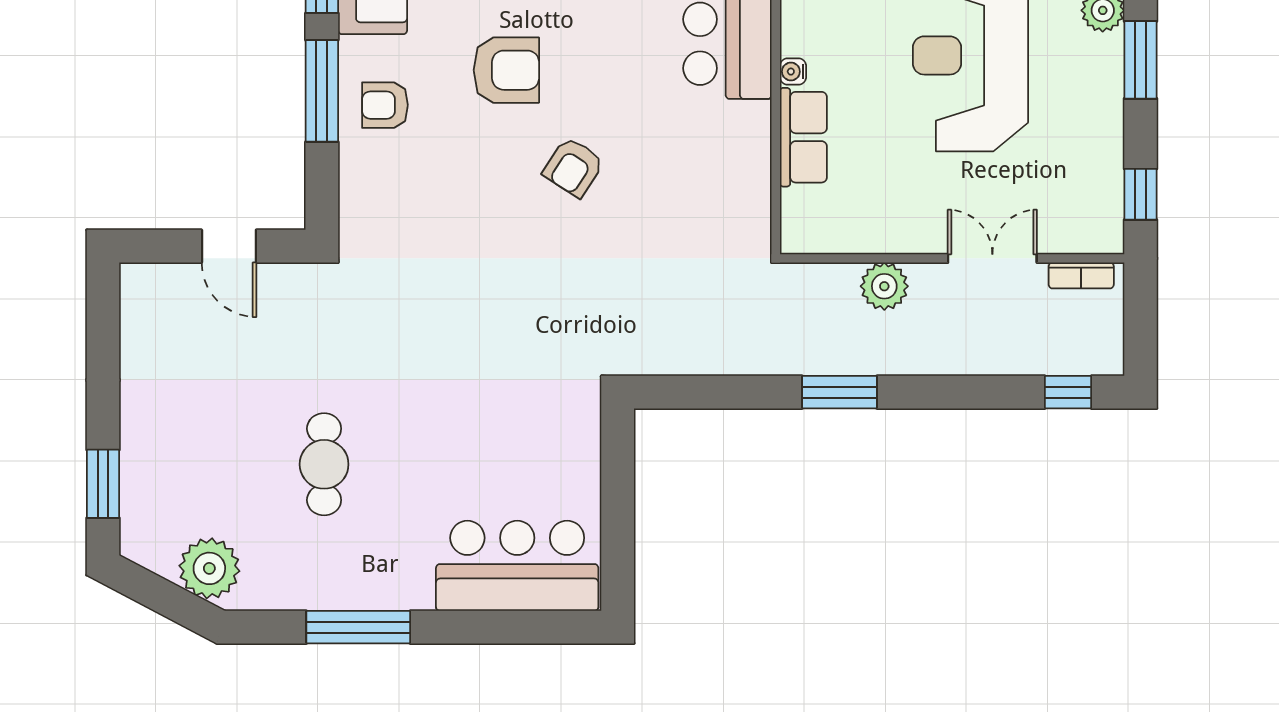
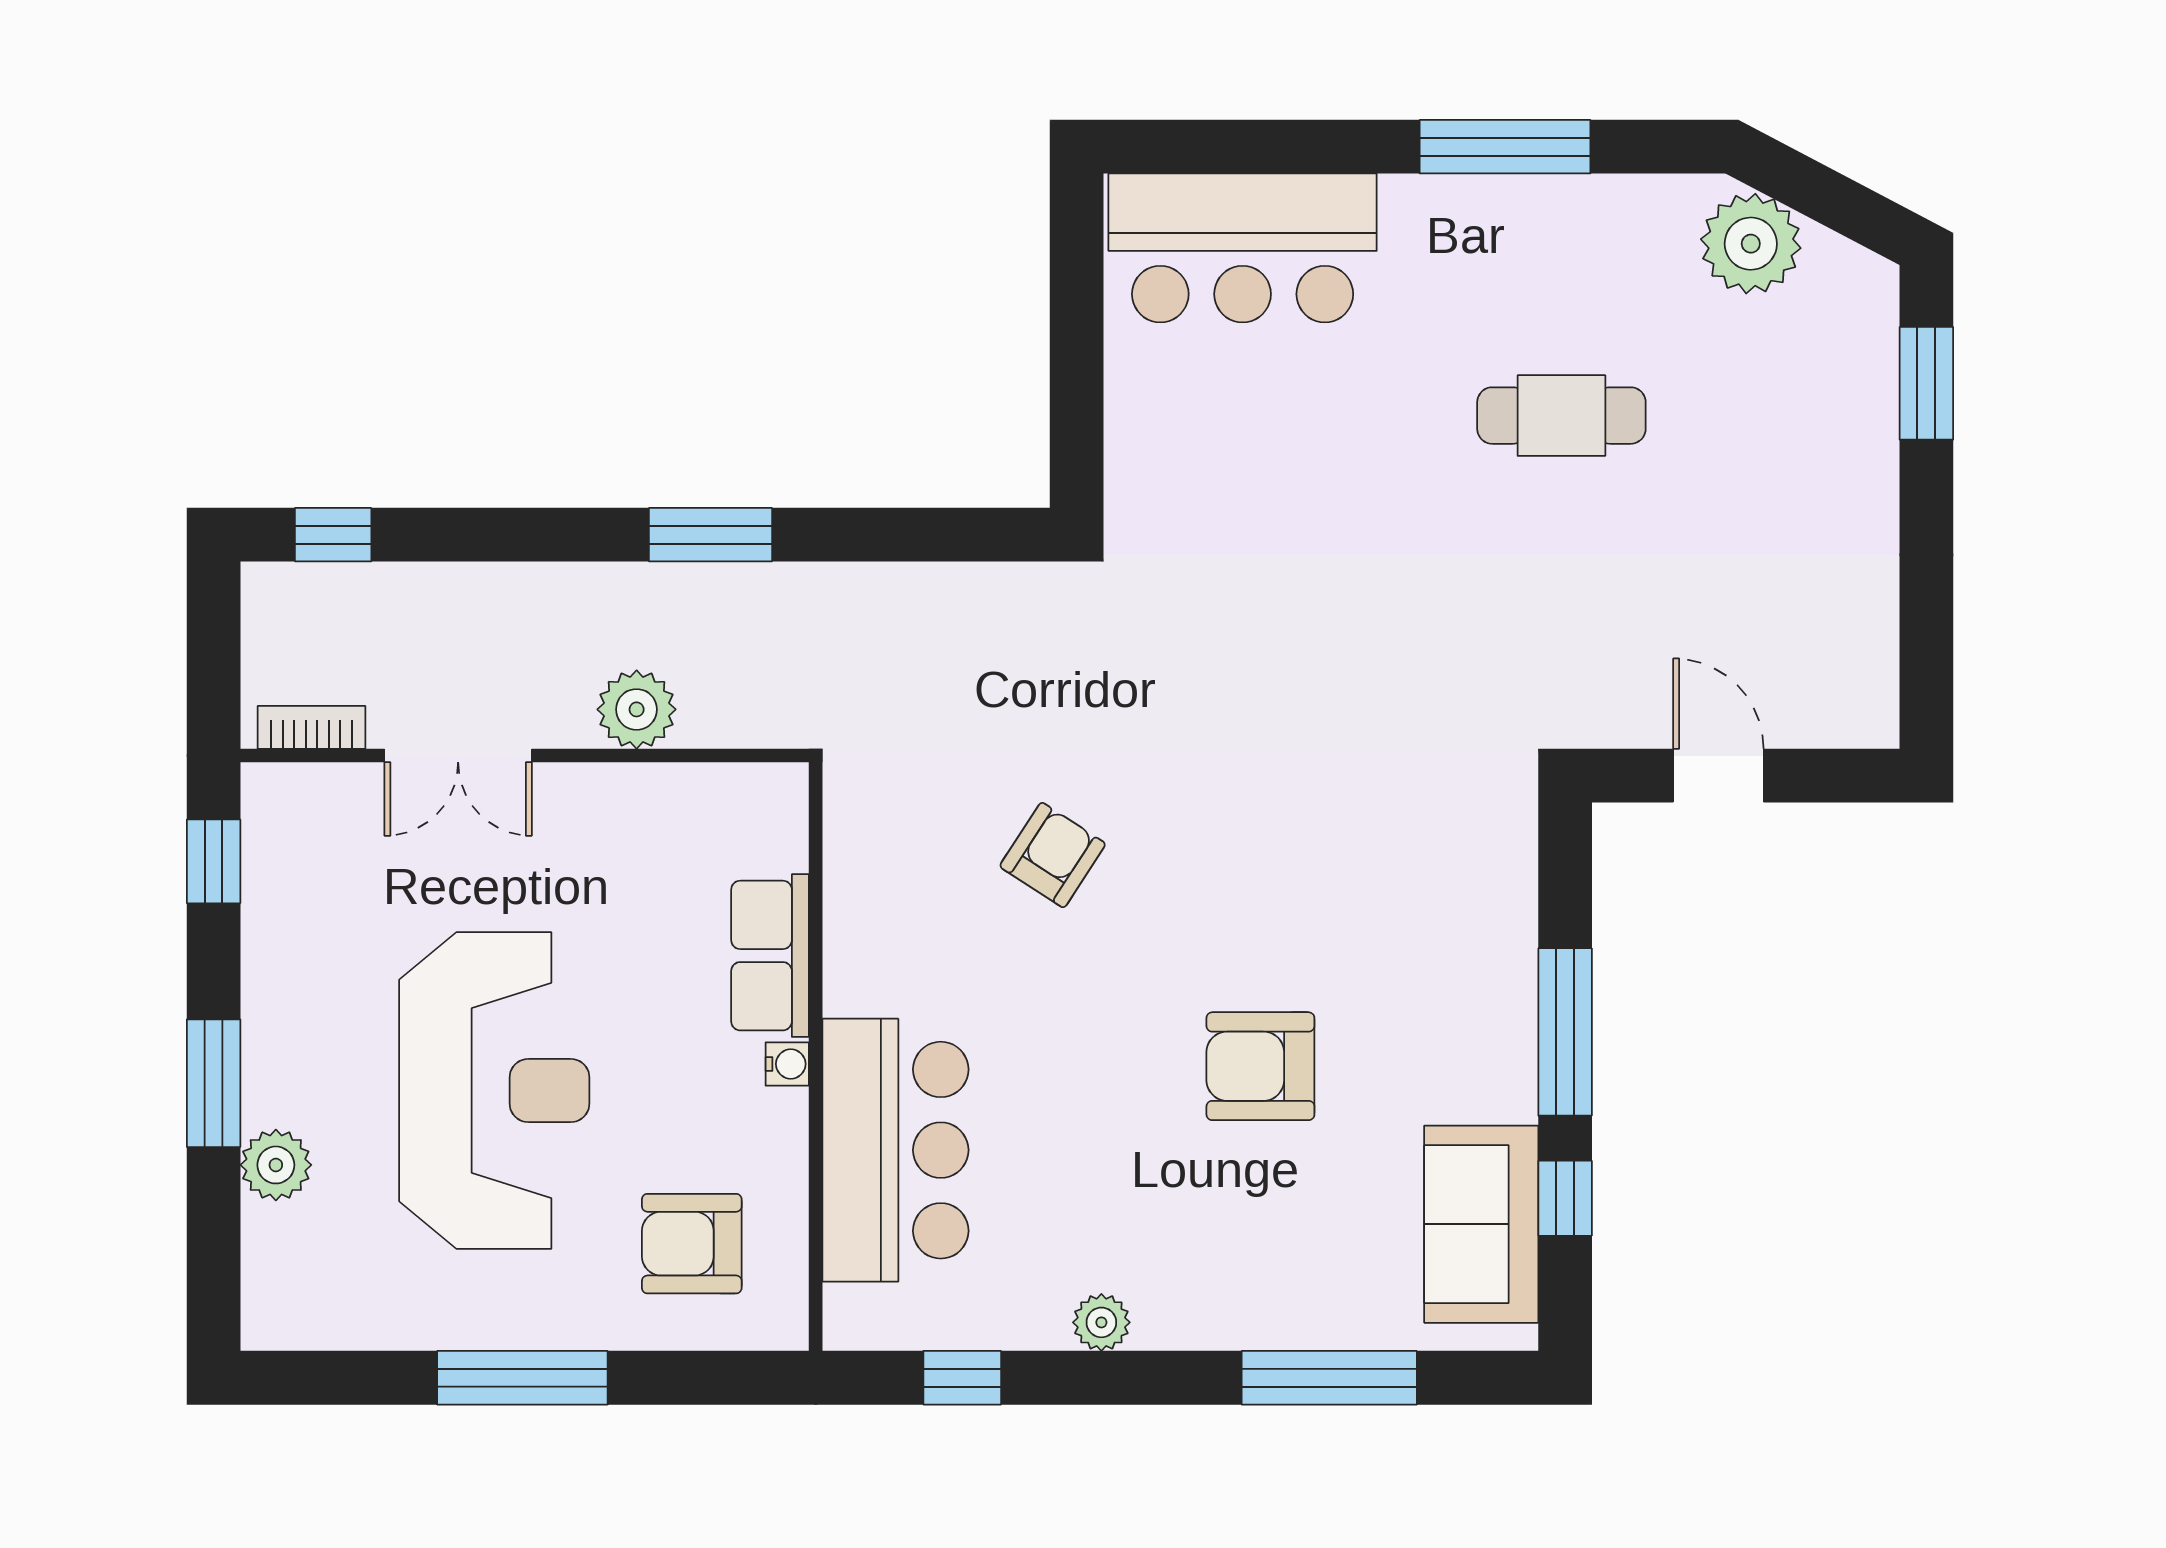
armchair: (385, 105) -> (1461, 1009), removed
armchair: (573, 167) -> (1053, 855), moved
cafe table: (324, 464) -> (1561, 416), turned 90

